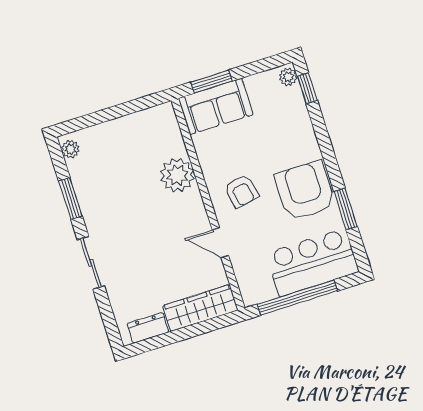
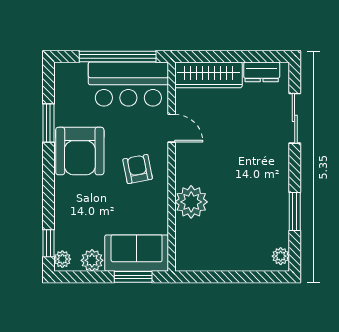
plant: (258, 85) -> (92, 260), added
bar counter: (312, 262) -> (128, 84), moved
sliding door: (91, 263) -> (295, 118), moved

